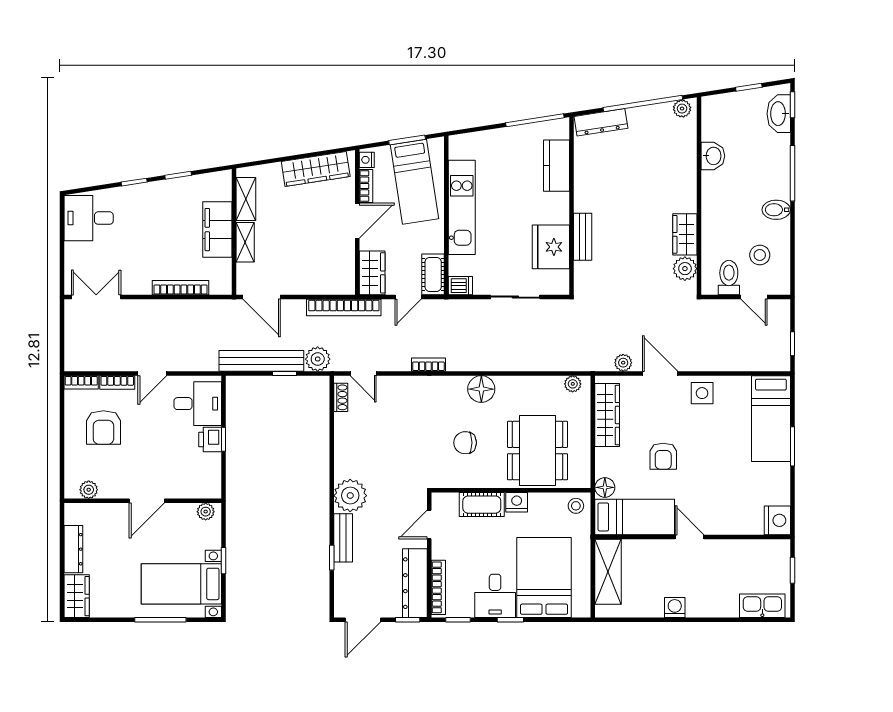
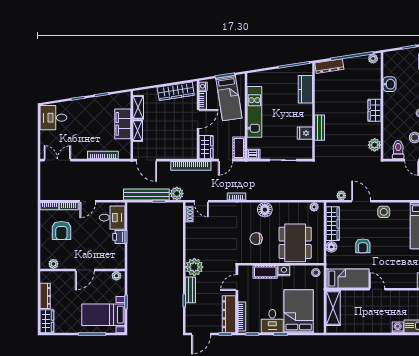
wardrobe: (685, 234) -> (375, 110), moved
fridge: (551, 247) -> (305, 133), width x0.53, depth x0.75
floor lamp: (605, 487) -> (331, 247), moved
washing machine: (675, 608) -> (398, 327), moved

